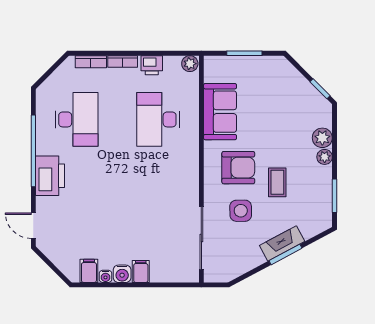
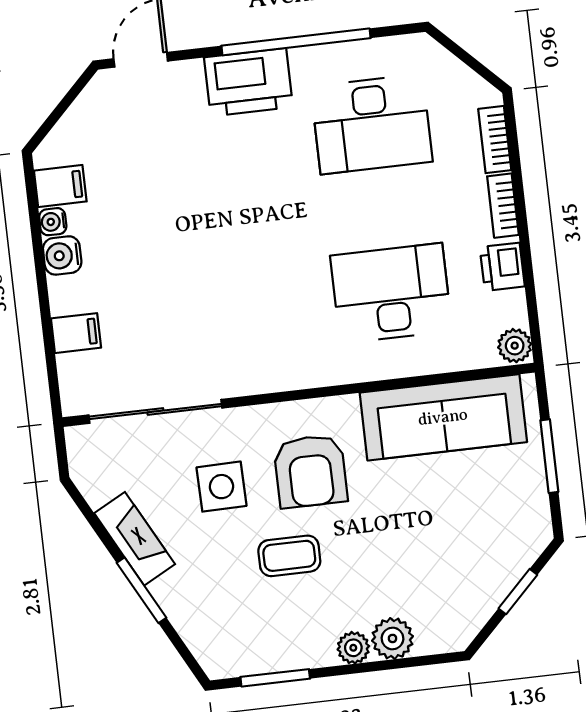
window: (320, 89) -> (518, 592), moved
sofa: (220, 112) -> (443, 417), width x1.36
fireplace: (282, 243) -> (135, 539), moved
filing cabinet: (141, 271) -> (76, 333), moved

